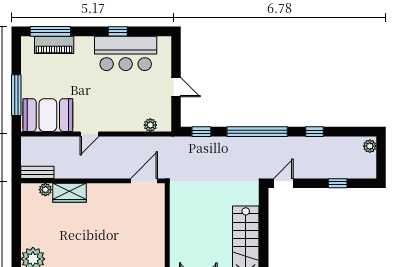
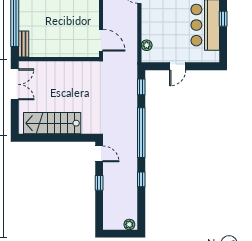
window: (338, 183) -> (99, 183), moved

